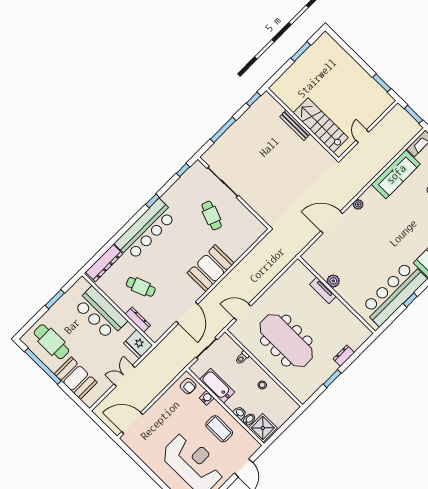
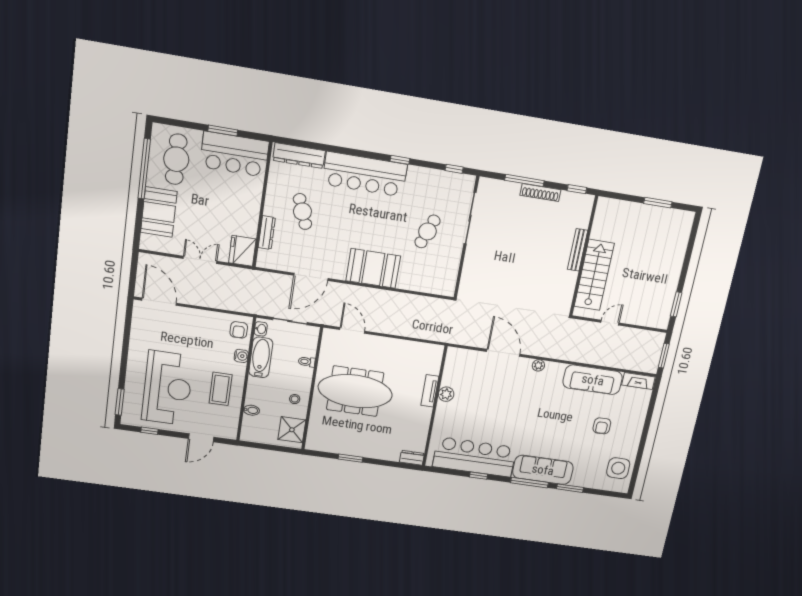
shoe rack: (239, 125) -> (540, 193), added
bar counter: (100, 313) -> (234, 154), moved, turned -90
meeting table: (286, 341) -> (355, 391), turned 90
dresser: (344, 356) -> (412, 458), moved
washbasin: (240, 413) -> (261, 329), moved
shower: (263, 428) -> (292, 430), moved

